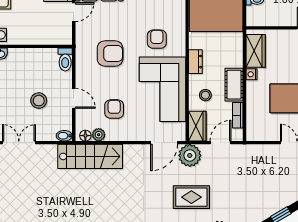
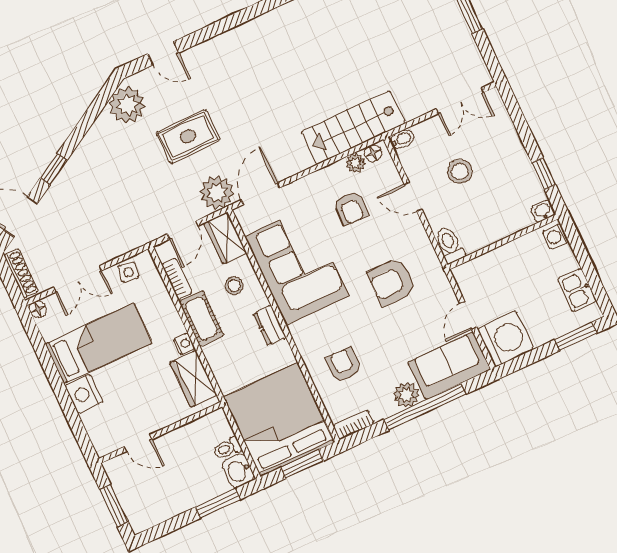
armchair: (157, 39) -> (344, 365), moved, turned 180
side table: (265, 133) -> (128, 272), added

